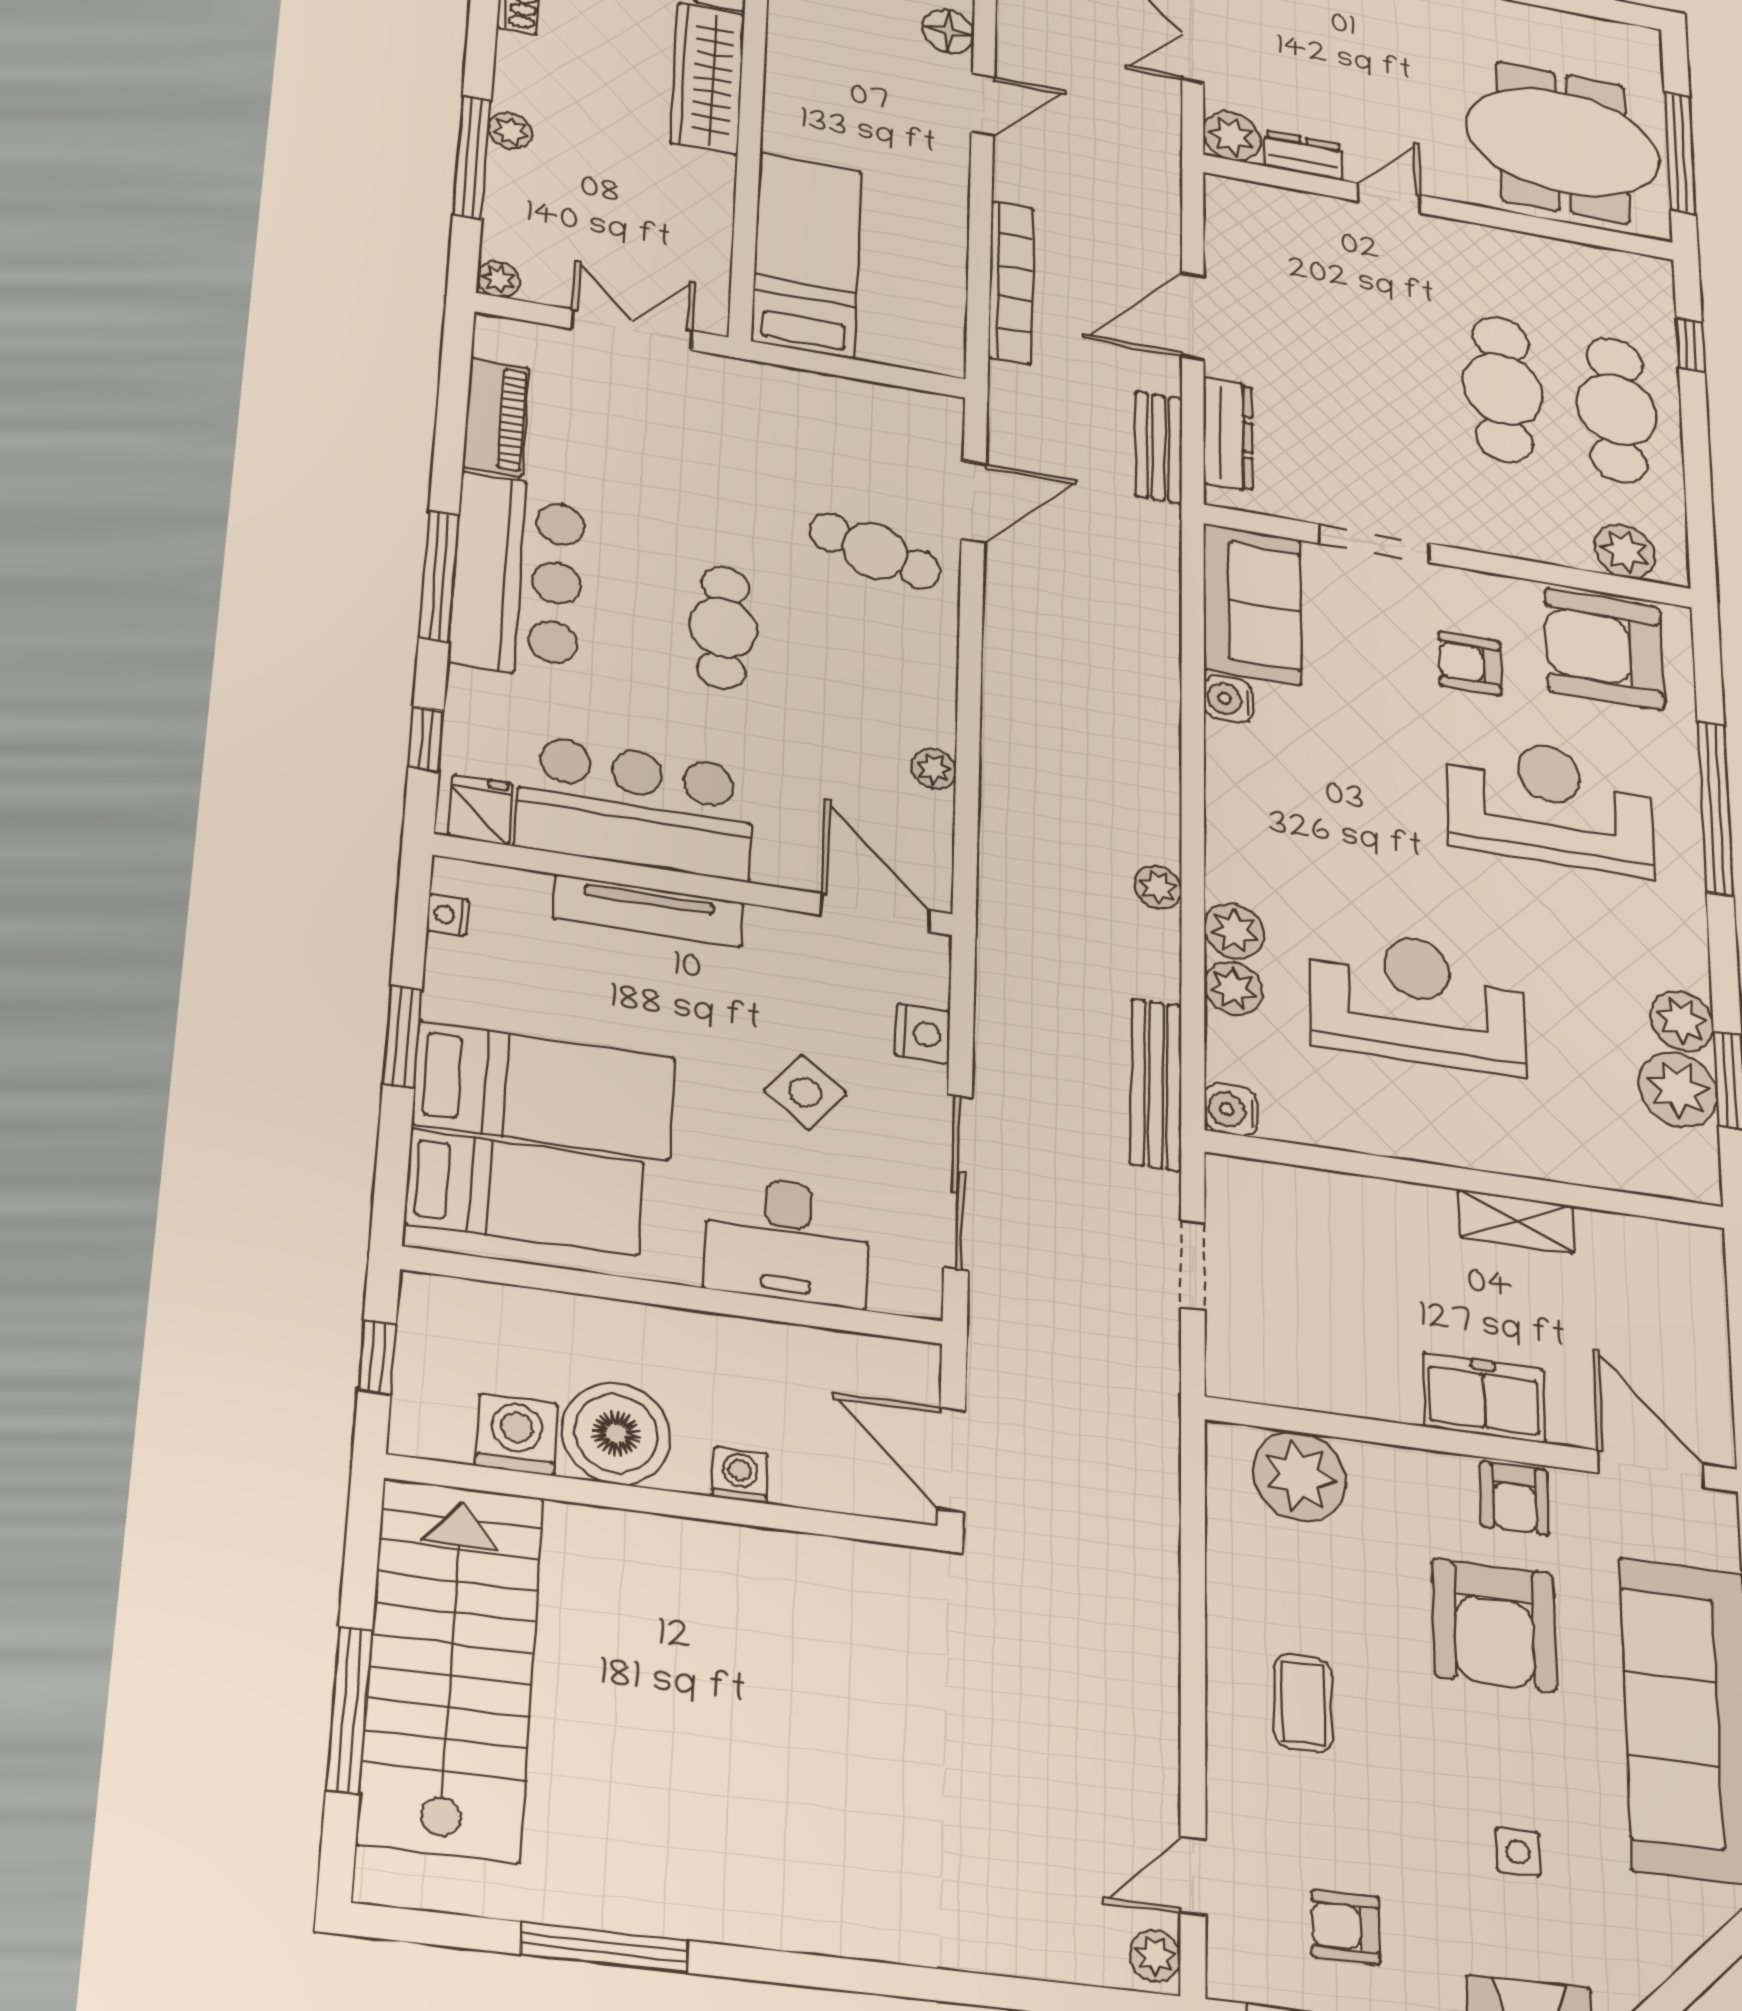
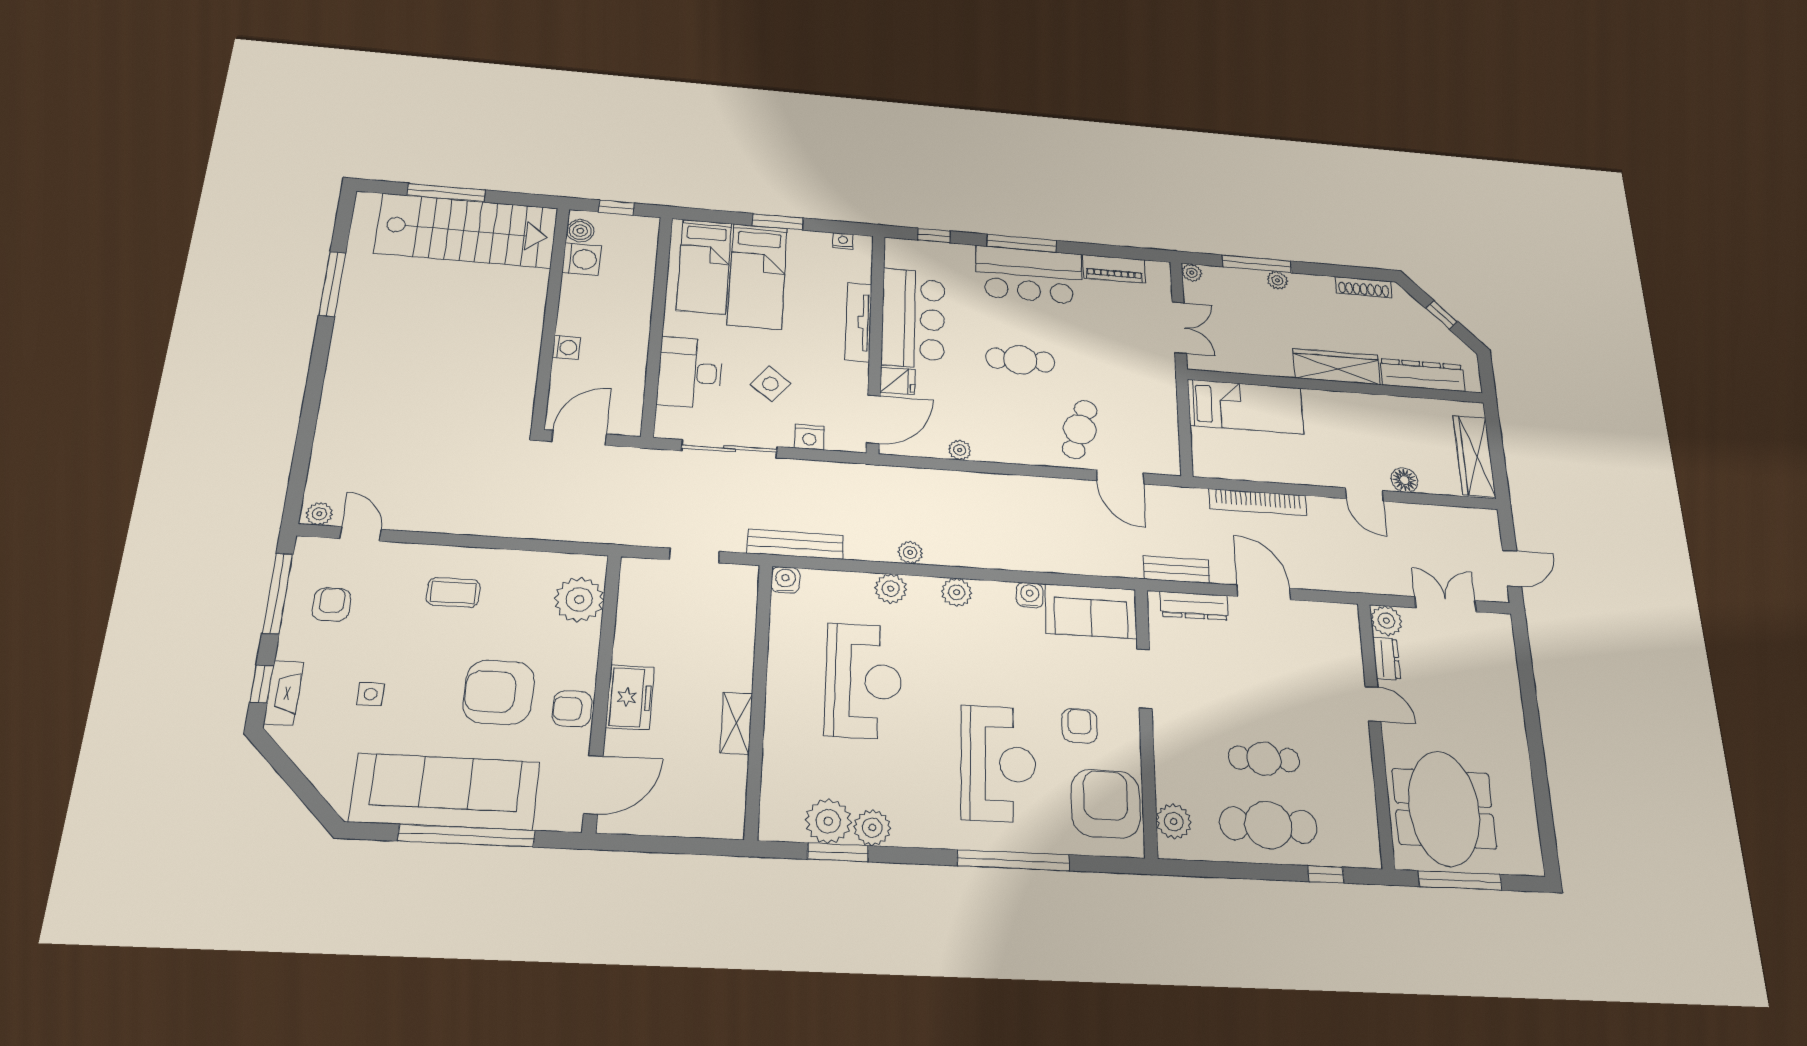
cafe table: (1503, 389) -> (1264, 759), width x0.73, depth x0.74
fridge: (481, 810) -> (898, 381), moved
plant: (1233, 988) -> (957, 592), moved
boiler: (616, 1433) -> (580, 231), moved, width x0.54, depth x0.54

